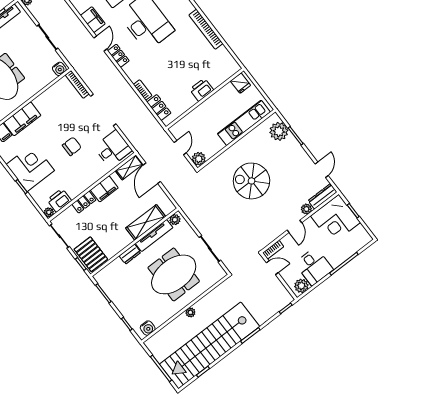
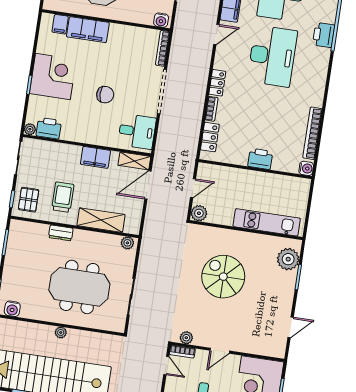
bookcase: (206, 29) -> (312, 133), moved
locker: (118, 56) -> (217, 83), moved
water cooler: (234, 67) -> (306, 168), added
fridge: (240, 83) -> (298, 187), removed
dresser: (323, 196) -> (269, 350), removed
locker: (84, 202) -> (67, 151), removed
plant: (306, 209) -> (186, 338), moved
trolley: (109, 232) -> (63, 197), added
tv unit: (154, 235) -> (97, 238), removed
pallet: (91, 254) -> (29, 200), width x0.67, depth x0.71

